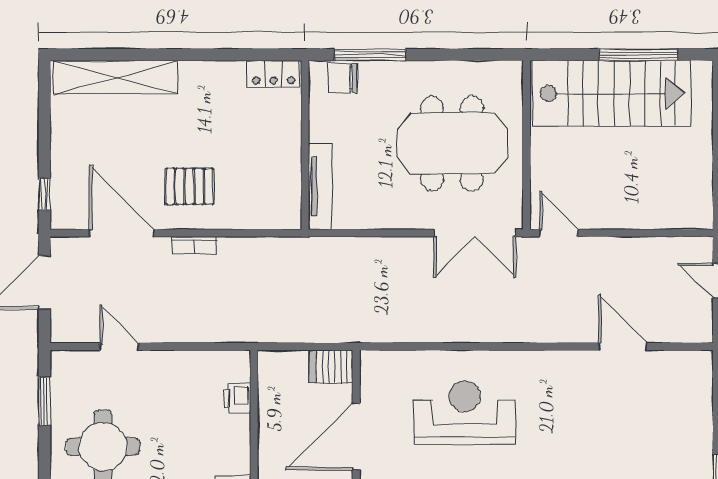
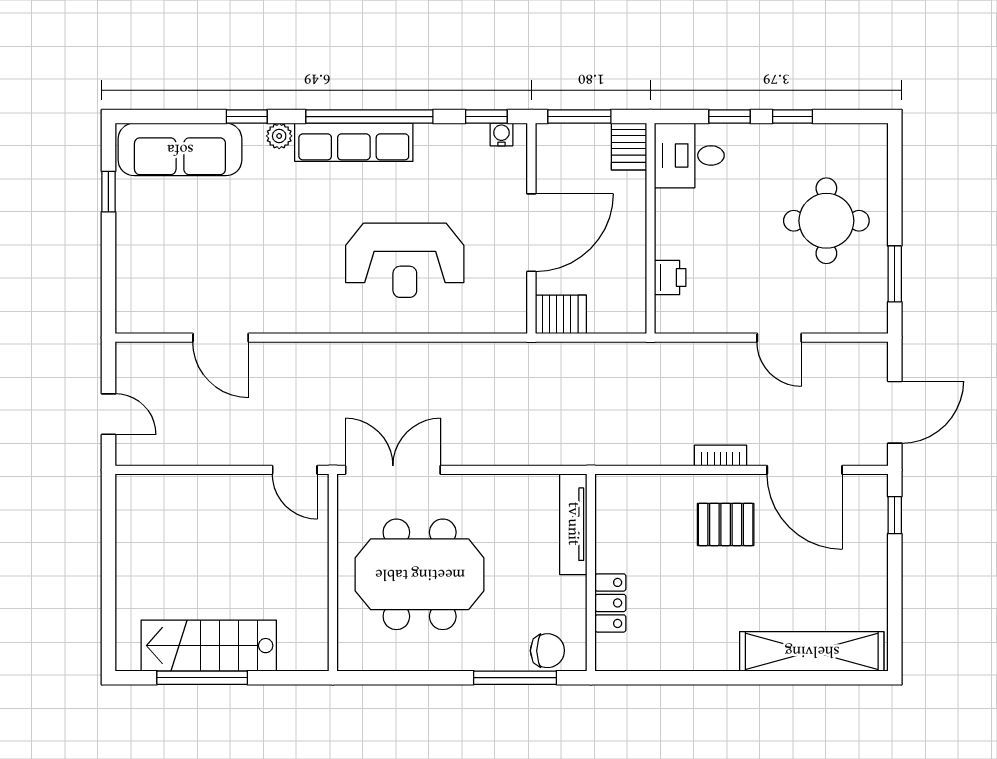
locker: (273, 74) -> (610, 603), moved, turned 90
stairs: (612, 93) -> (209, 646), width x0.73, depth x0.66
door: (119, 347) -> (779, 338), moved

